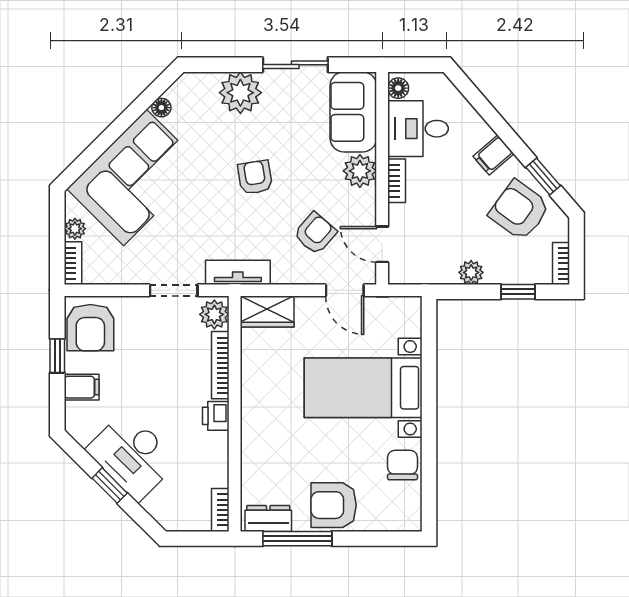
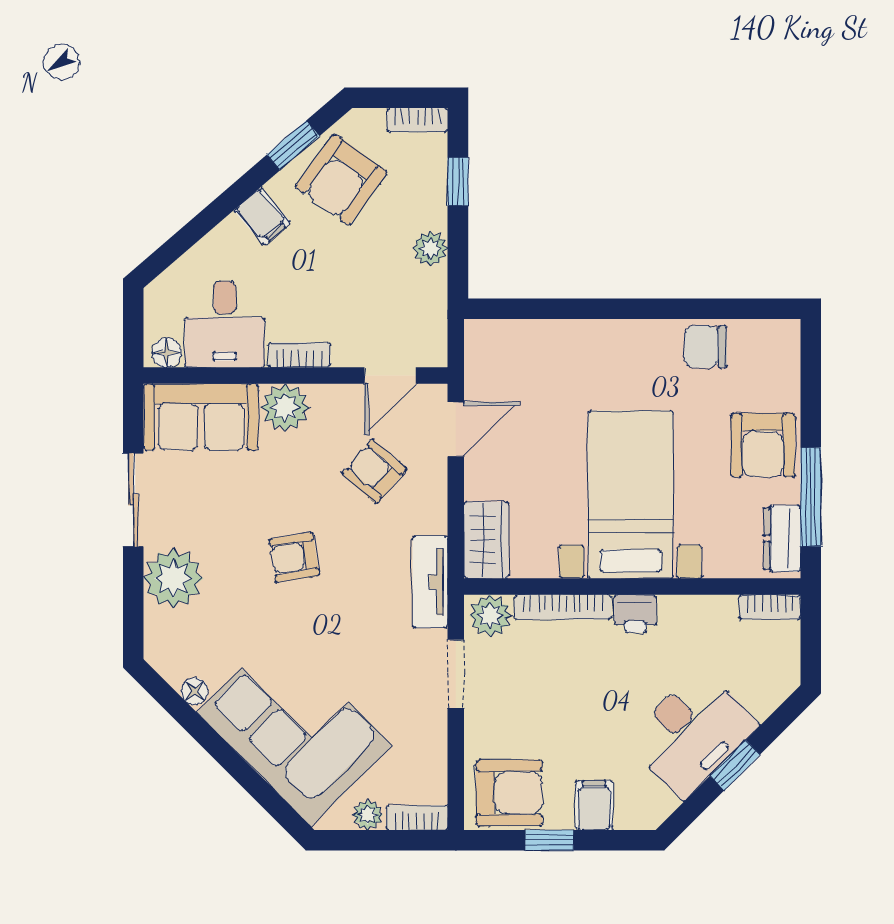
bed with nightstands: (363, 388) -> (630, 494), moved, turned 180

